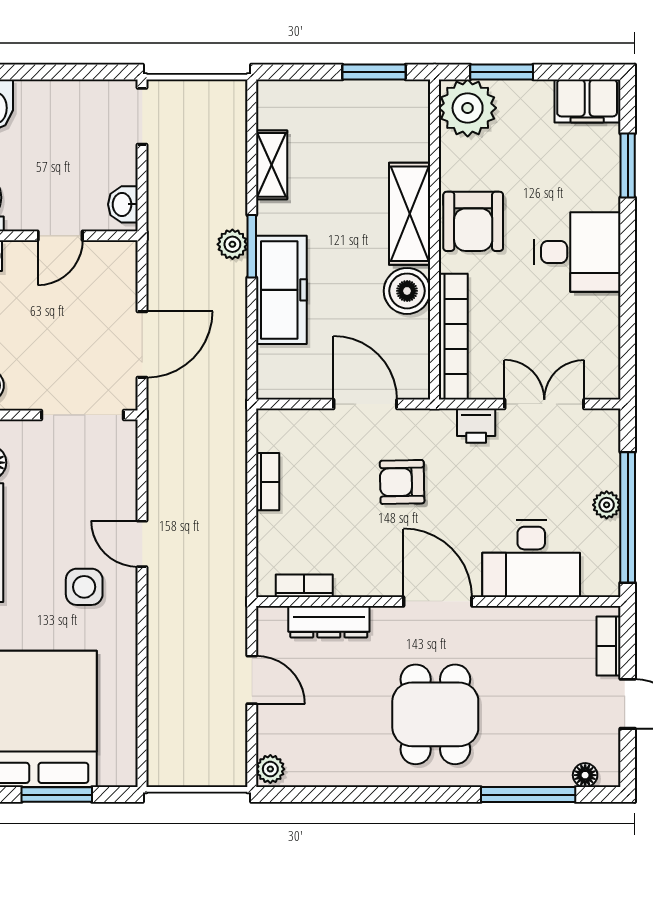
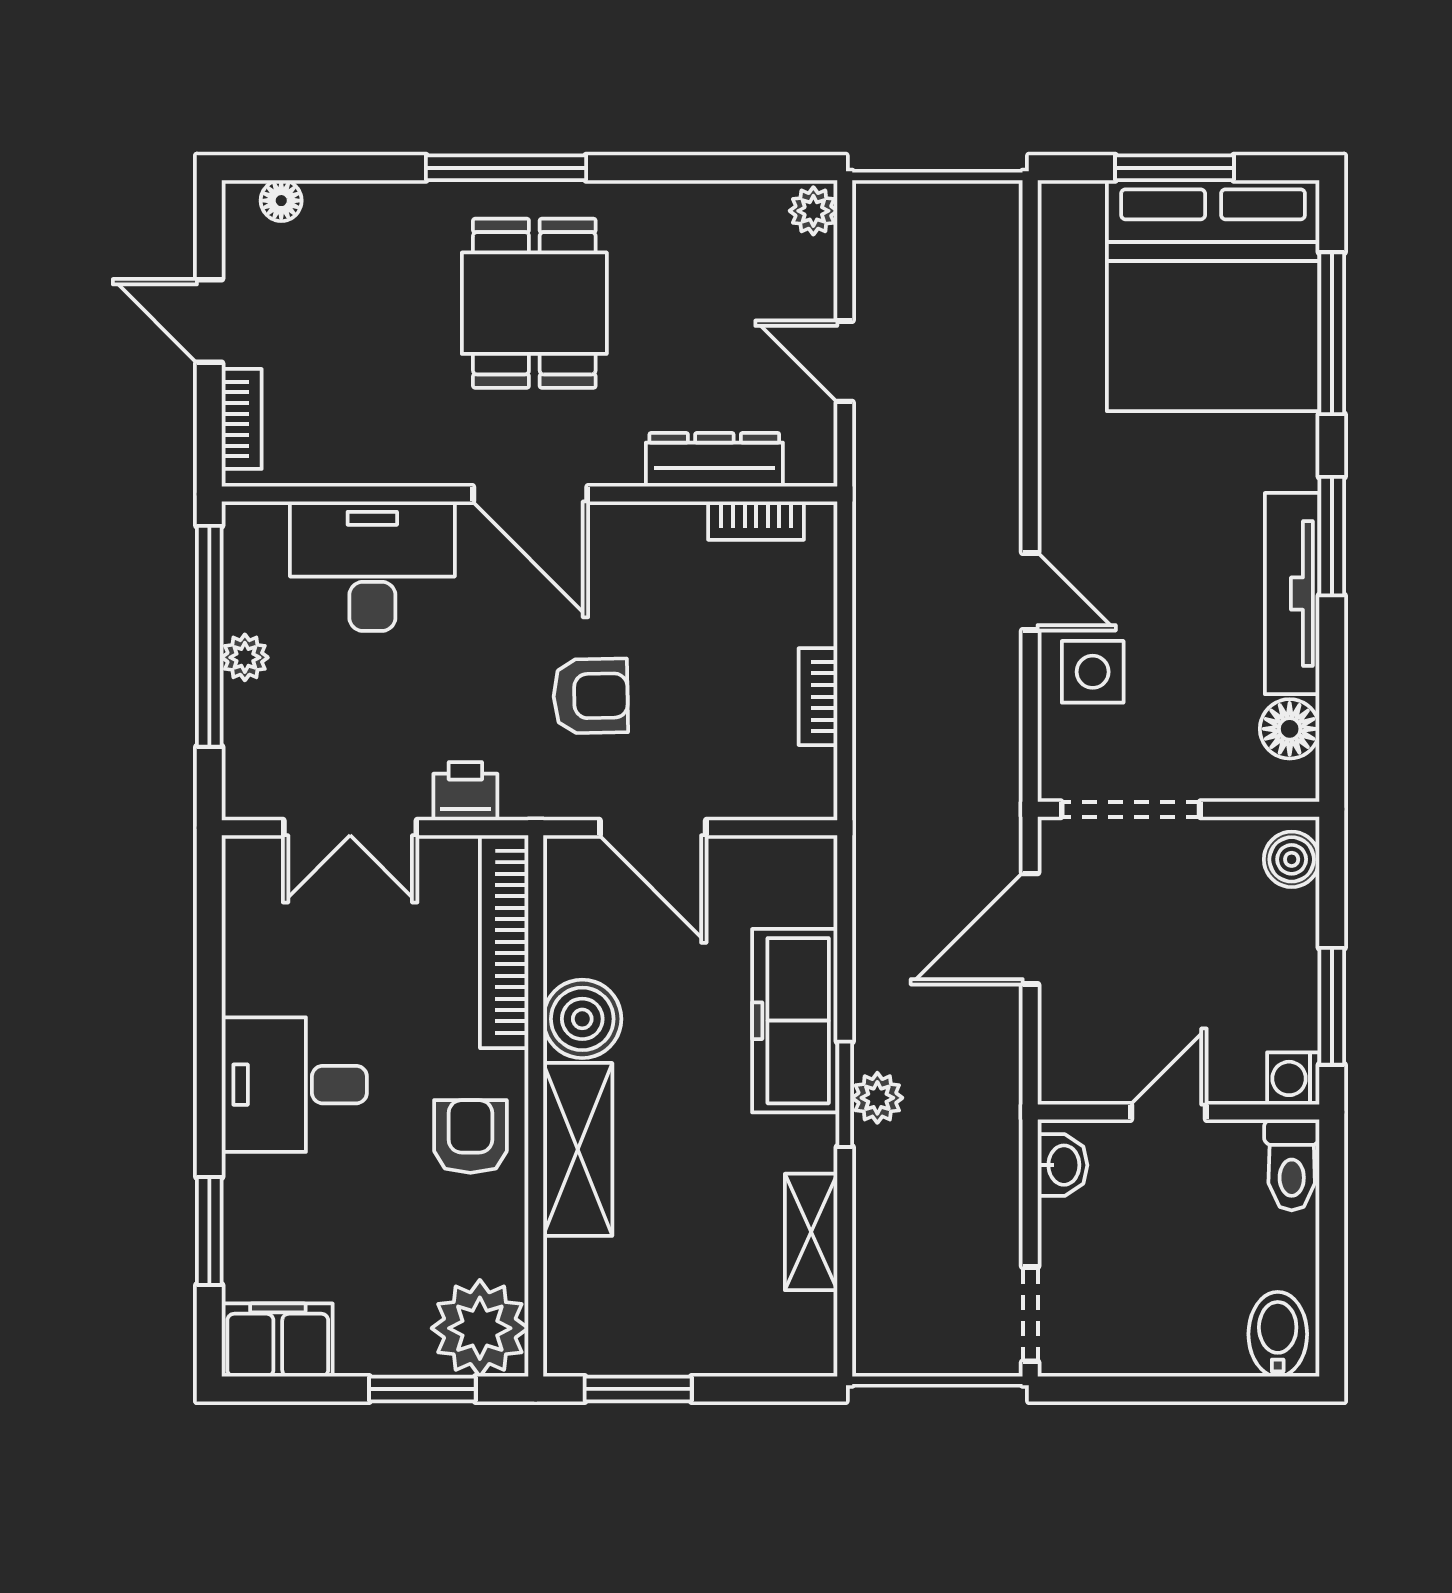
armchair: (473, 221) -> (470, 1137), width x0.72, depth x0.72
side table: (84, 587) -> (1093, 672), moved
window: (528, 795) -> (506, 168), moved

